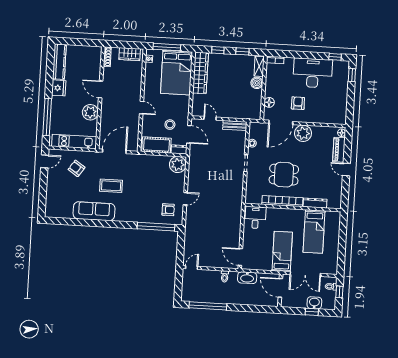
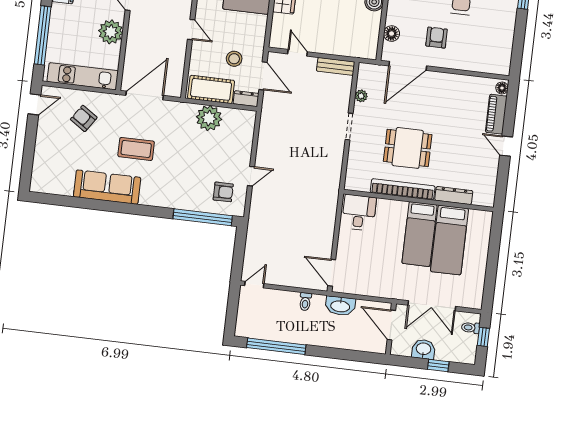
plant: (303, 133) -> (442, 85), removed
plant: (178, 165) -> (209, 118), moved
bed: (282, 252) -> (419, 234), moved, turned 180
washbasin: (314, 303) -> (423, 349), moved

